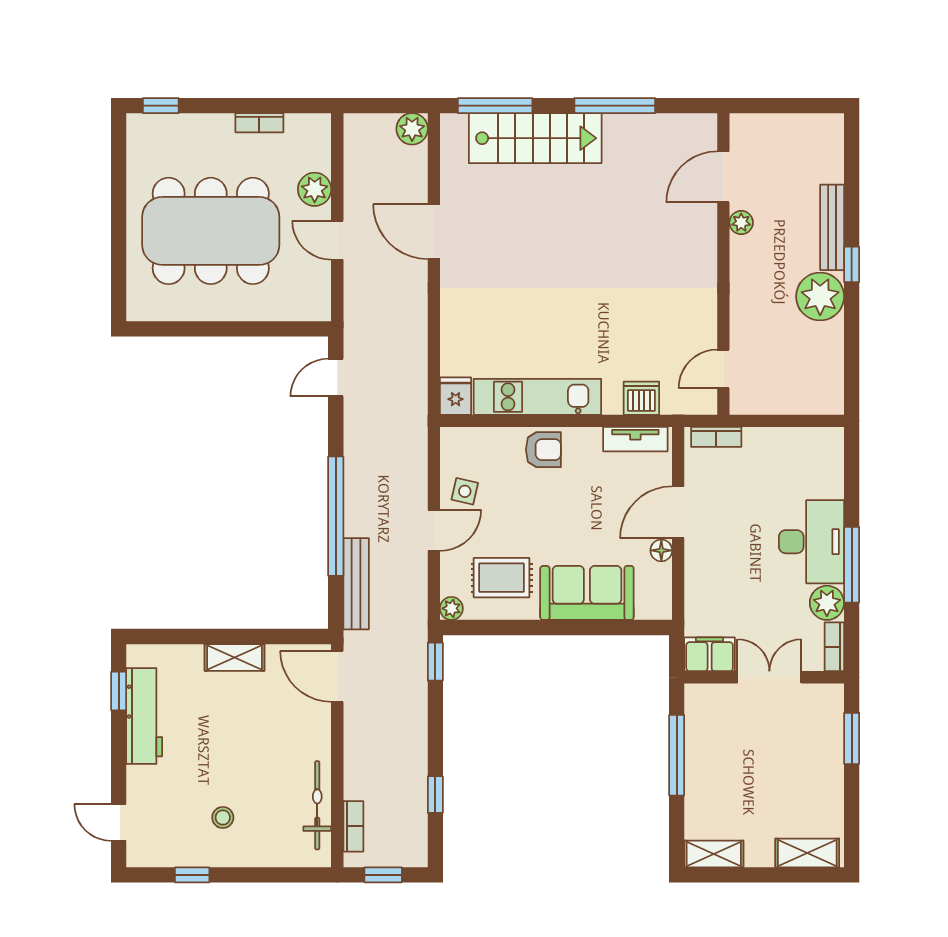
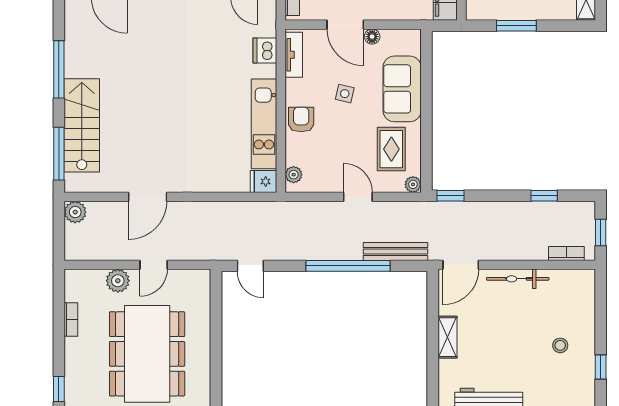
plant: (465, 439) -> (294, 175), added
side table: (465, 491) -> (345, 94), moved
window: (677, 755) -> (516, 26), width x0.69
bicycle: (317, 805) -> (518, 279), moved

